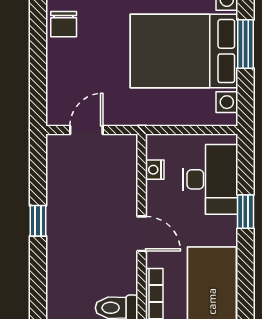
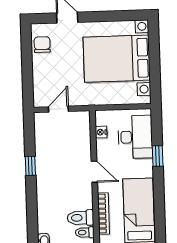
chair: (64, 24) -> (42, 45), turned 180
window: (245, 44) -> (154, 53), removed

